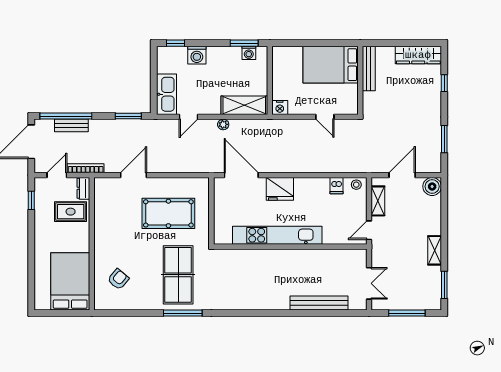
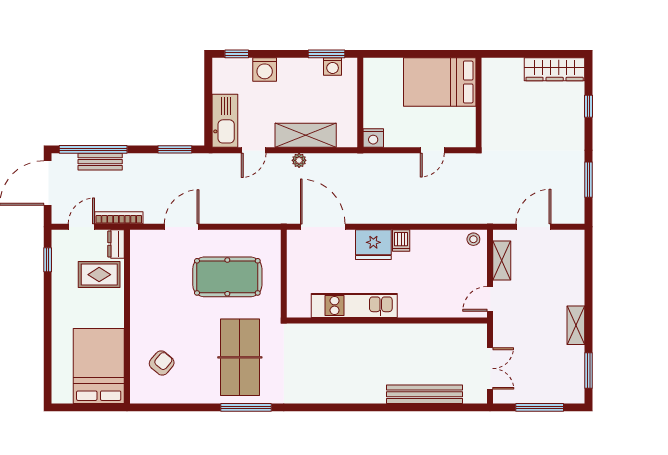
bench: (369, 68) -> (490, 87), removed
shelving: (244, 105) -> (306, 135), moved
door: (325, 117) -> (432, 150), hinge flipped
dishwasher: (336, 186) -> (401, 241), moved
boiler: (432, 186) -> (573, 242), removed
kitchen unit: (277, 235) -> (354, 305), width x0.73

